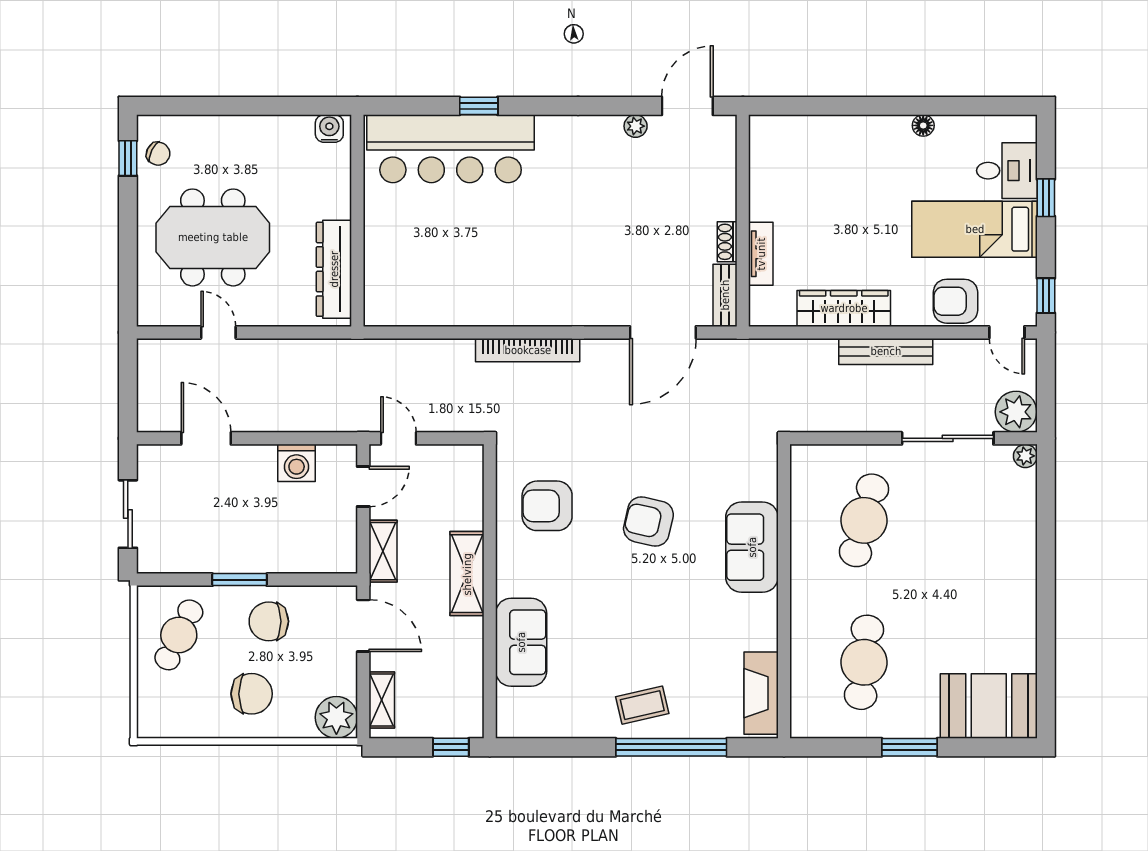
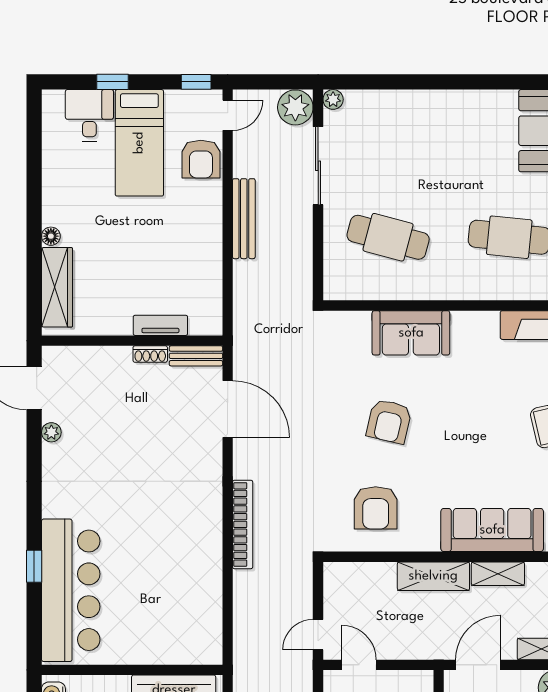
floor lamp: (923, 125) -> (51, 236), moved
wardrobe: (844, 308) -> (57, 287), moved, turned 180
shelving: (383, 551) -> (498, 574), moved
sofa: (521, 642) -> (492, 530), width x1.36

